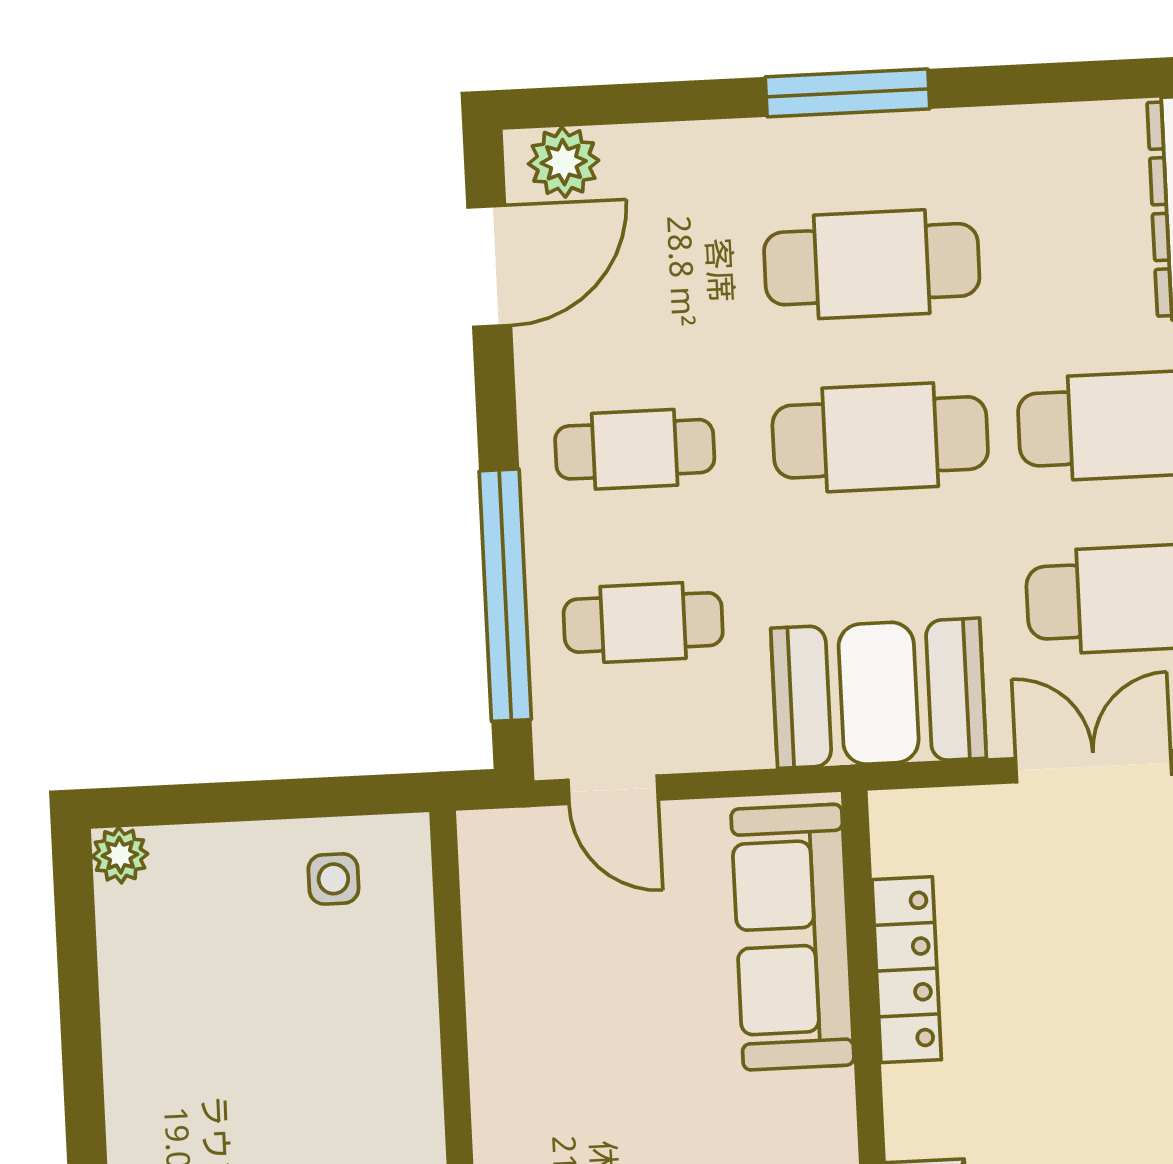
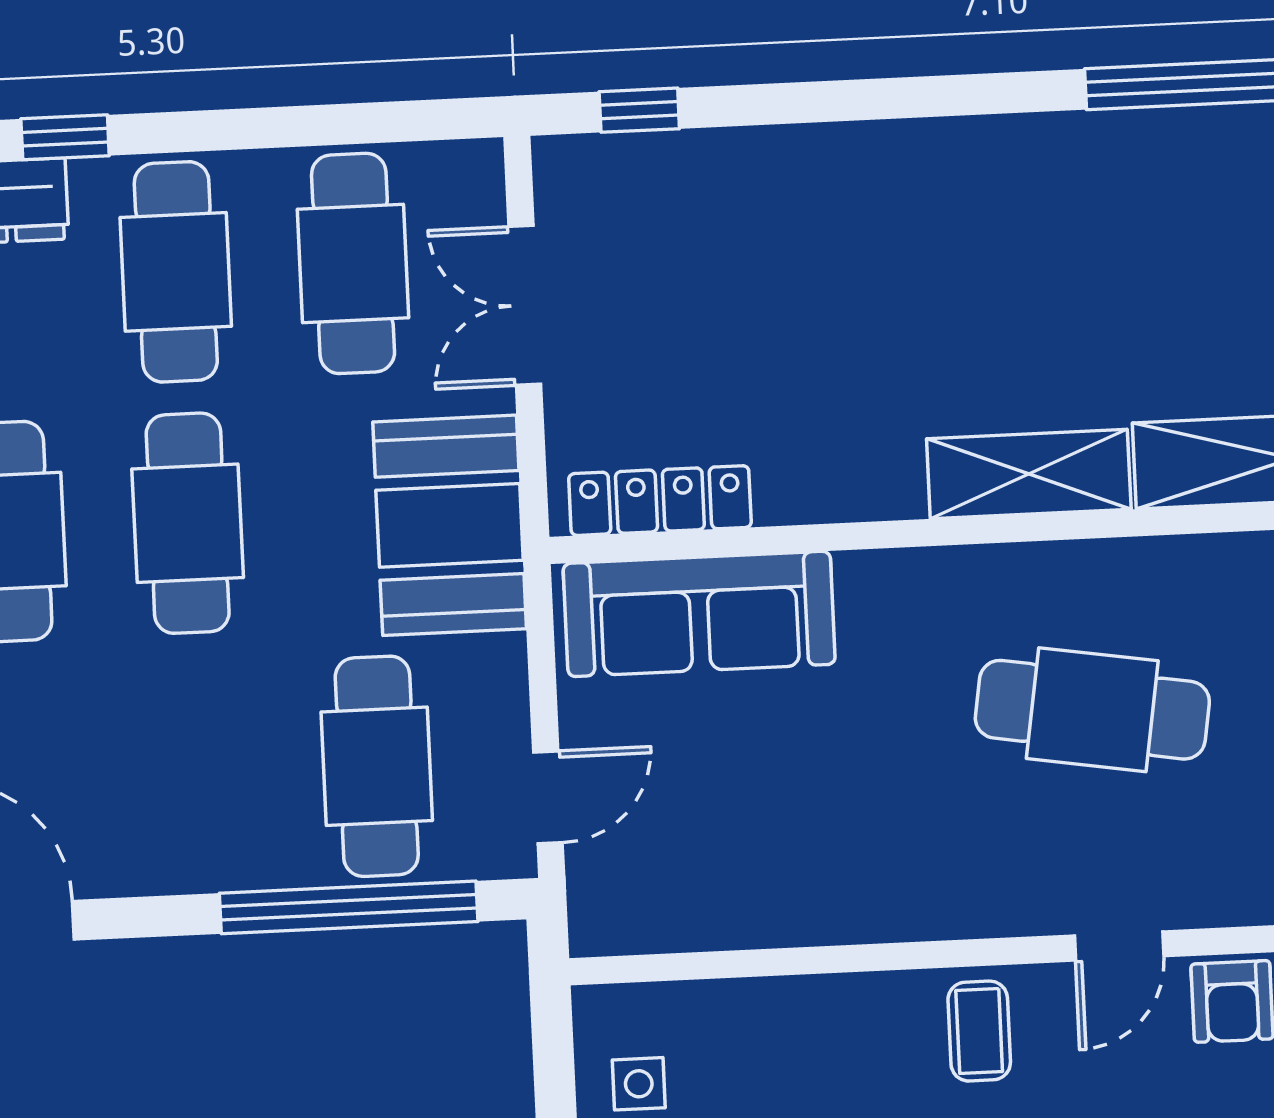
cafe table: (635, 449) -> (199, 775), removed
cafe table: (643, 622) -> (377, 766), width x1.37, depth x1.35
locker: (907, 970) -> (660, 501), moved

